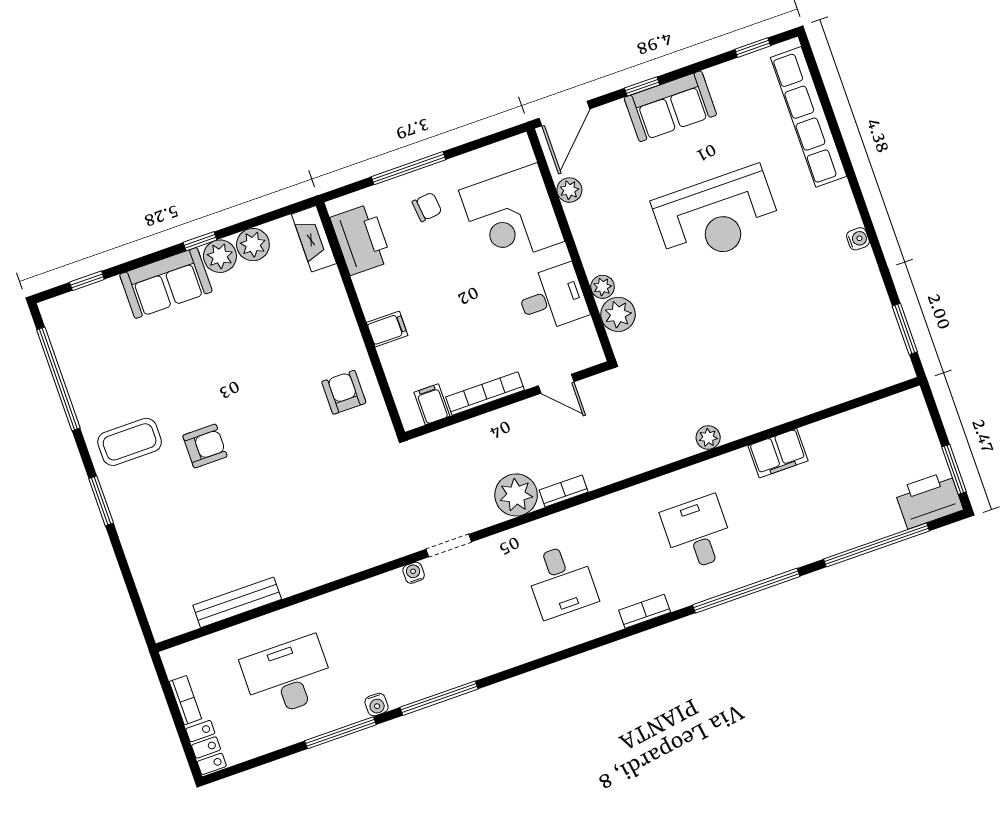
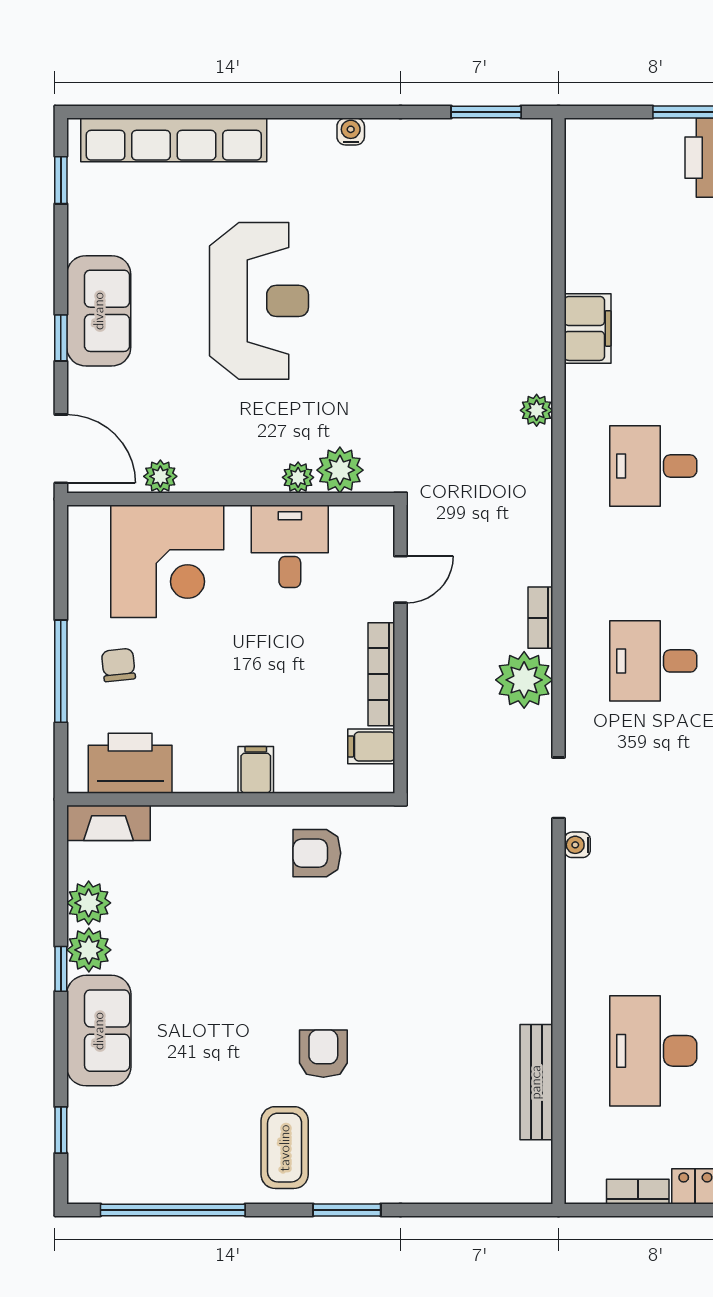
desk: (561, 581) -> (653, 661), turned 180

